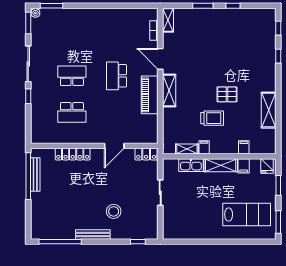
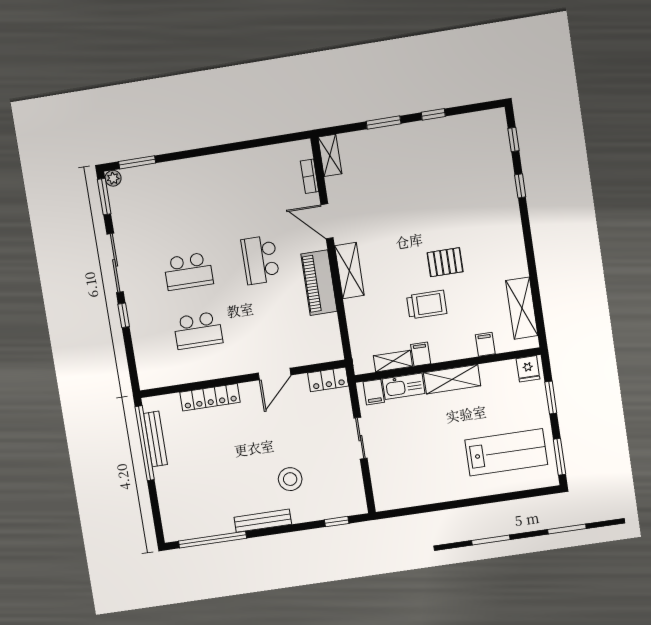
school desk: (72, 76) -> (188, 271), turned 180
shelving: (269, 110) -> (522, 308), moved
filing cabinet: (244, 166) -> (374, 392), moved

